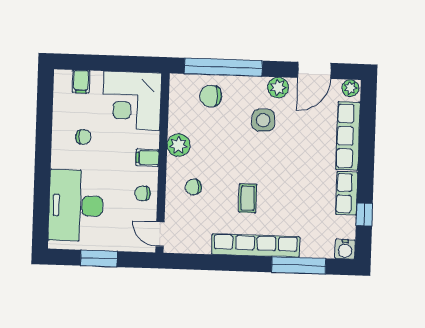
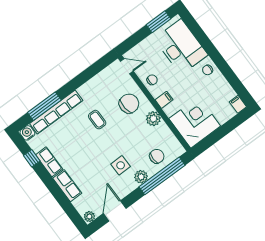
filing cabinet: (81, 82) -> (238, 104), moved
plant: (278, 87) -> (141, 177), moved
row of seats: (348, 136) -> (67, 186), width x0.68
chair: (83, 137) -> (208, 70), moved
chair: (194, 187) -> (129, 104), width x1.87, depth x1.87
row of seats: (256, 246) -> (56, 112), moved
window: (99, 258) -> (158, 22), moved

